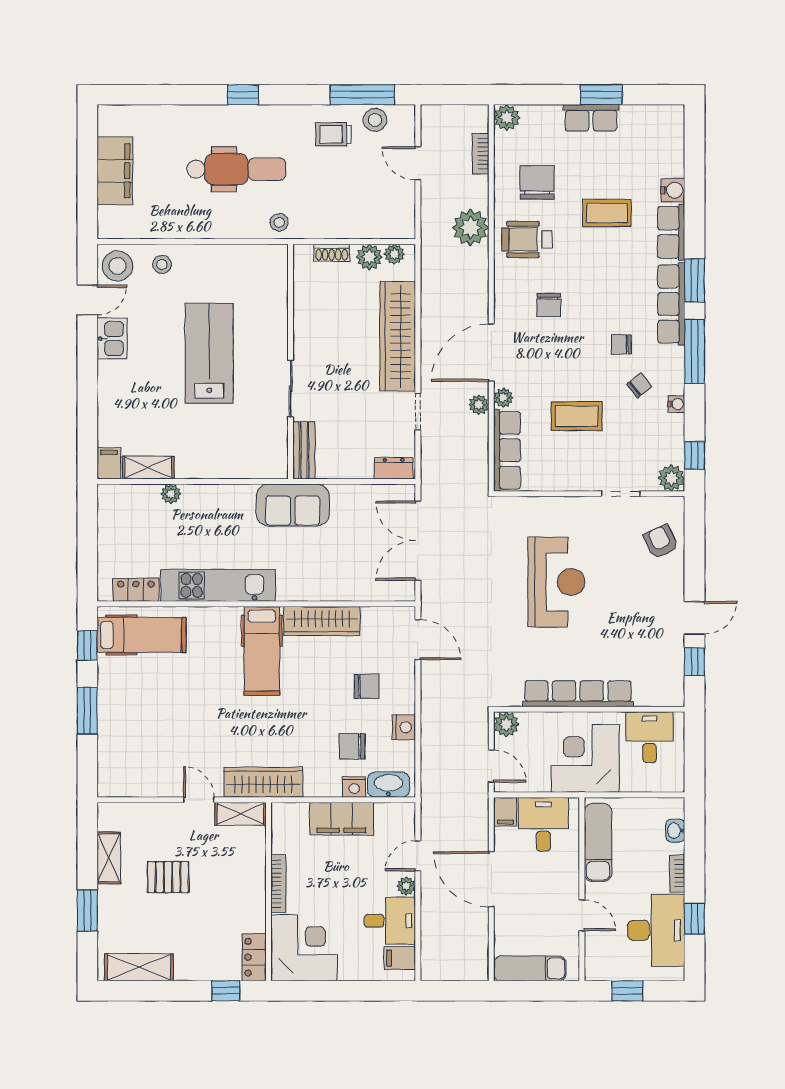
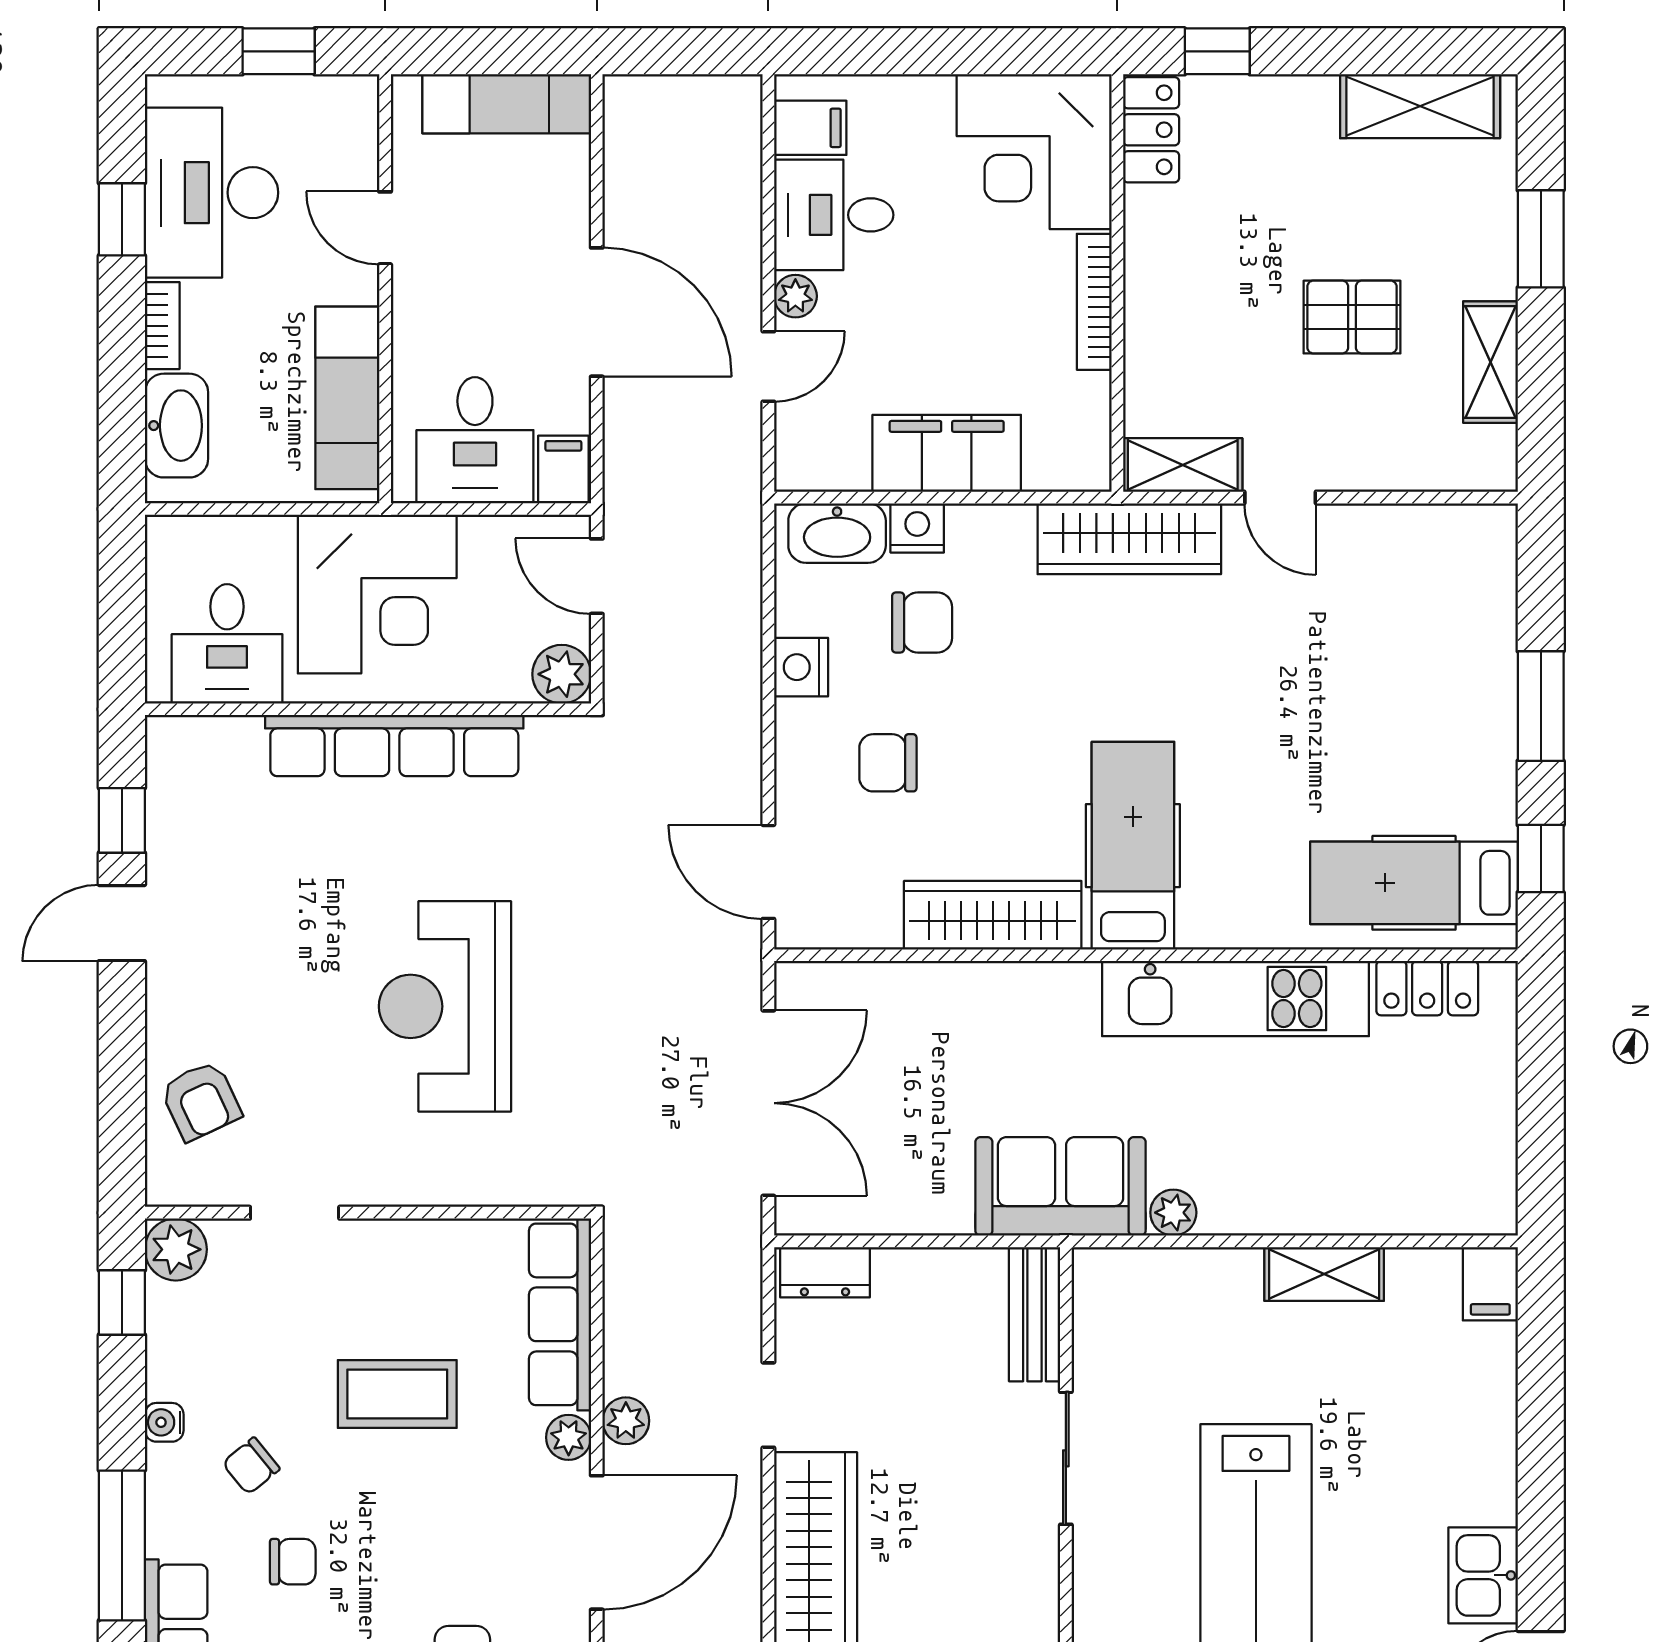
shelving: (148, 468) -> (1324, 1274), moved
plant: (171, 494) -> (1173, 1213), moved
washbasin: (675, 831) -> (176, 426), width x1.91, depth x1.45

